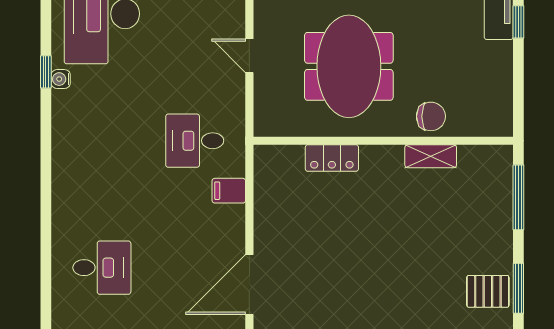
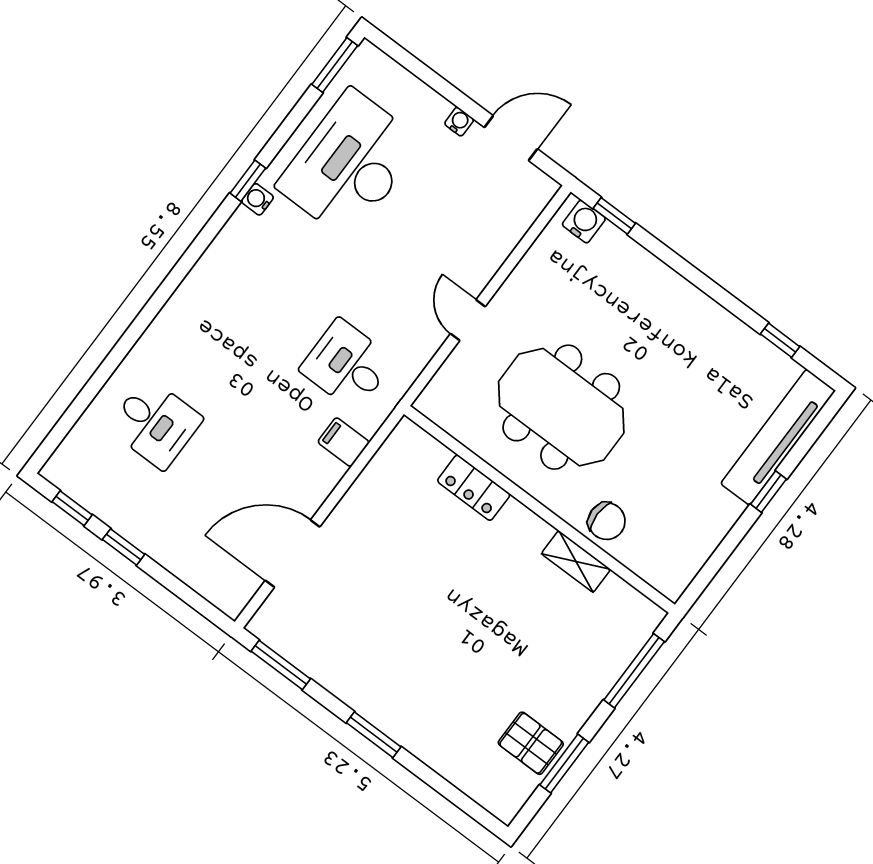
meeting table: (349, 66) -> (561, 407), turned 90

